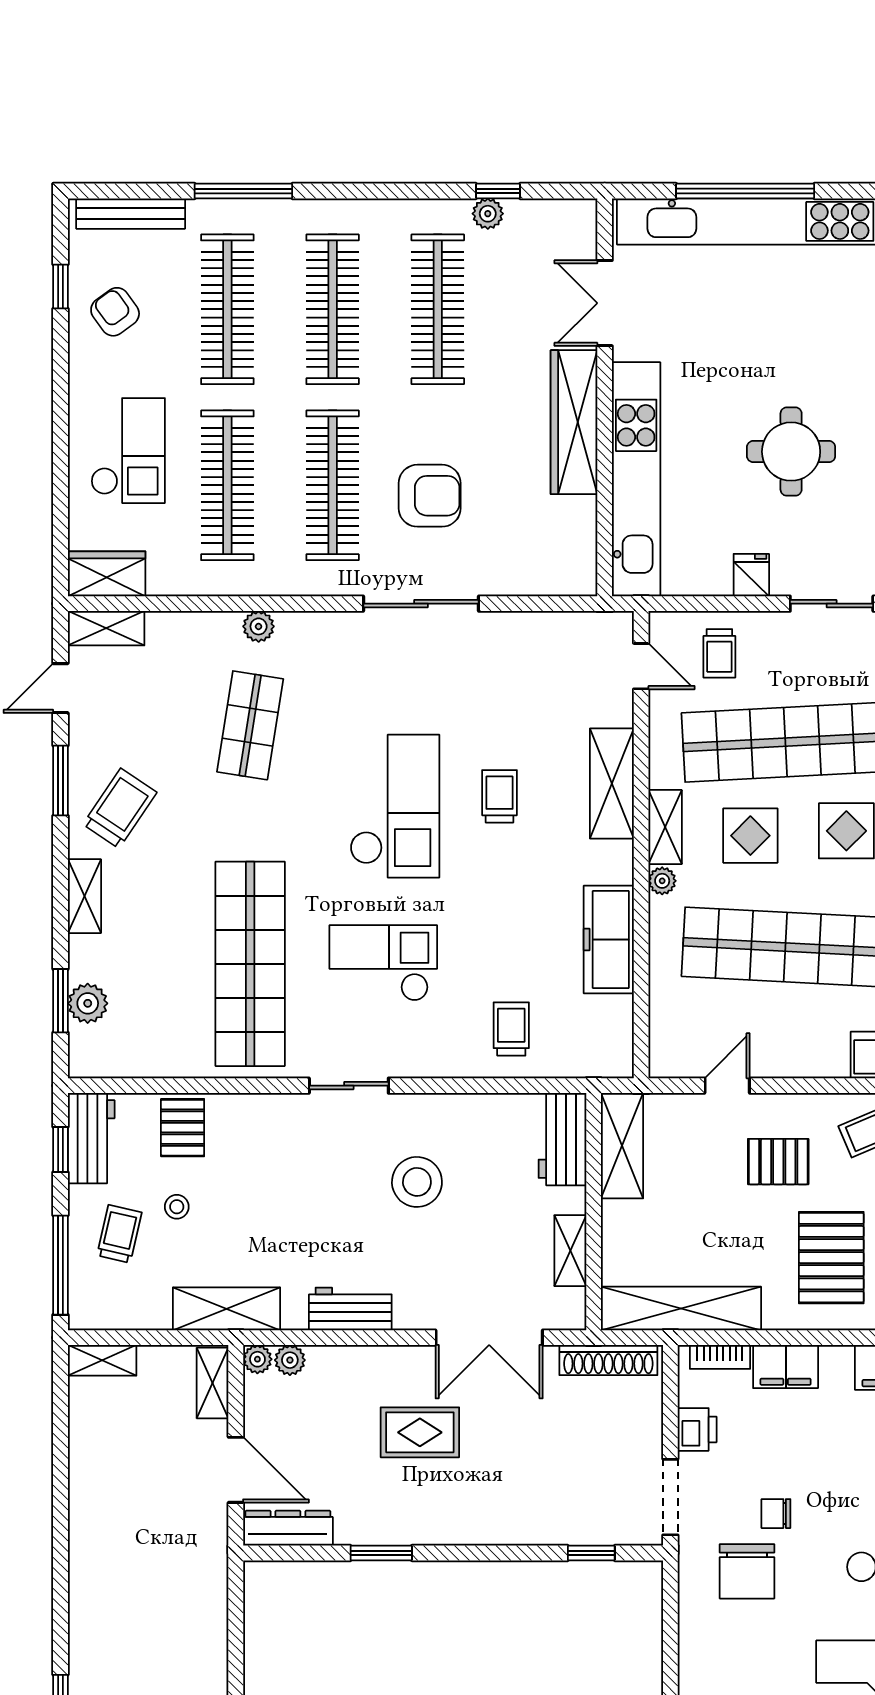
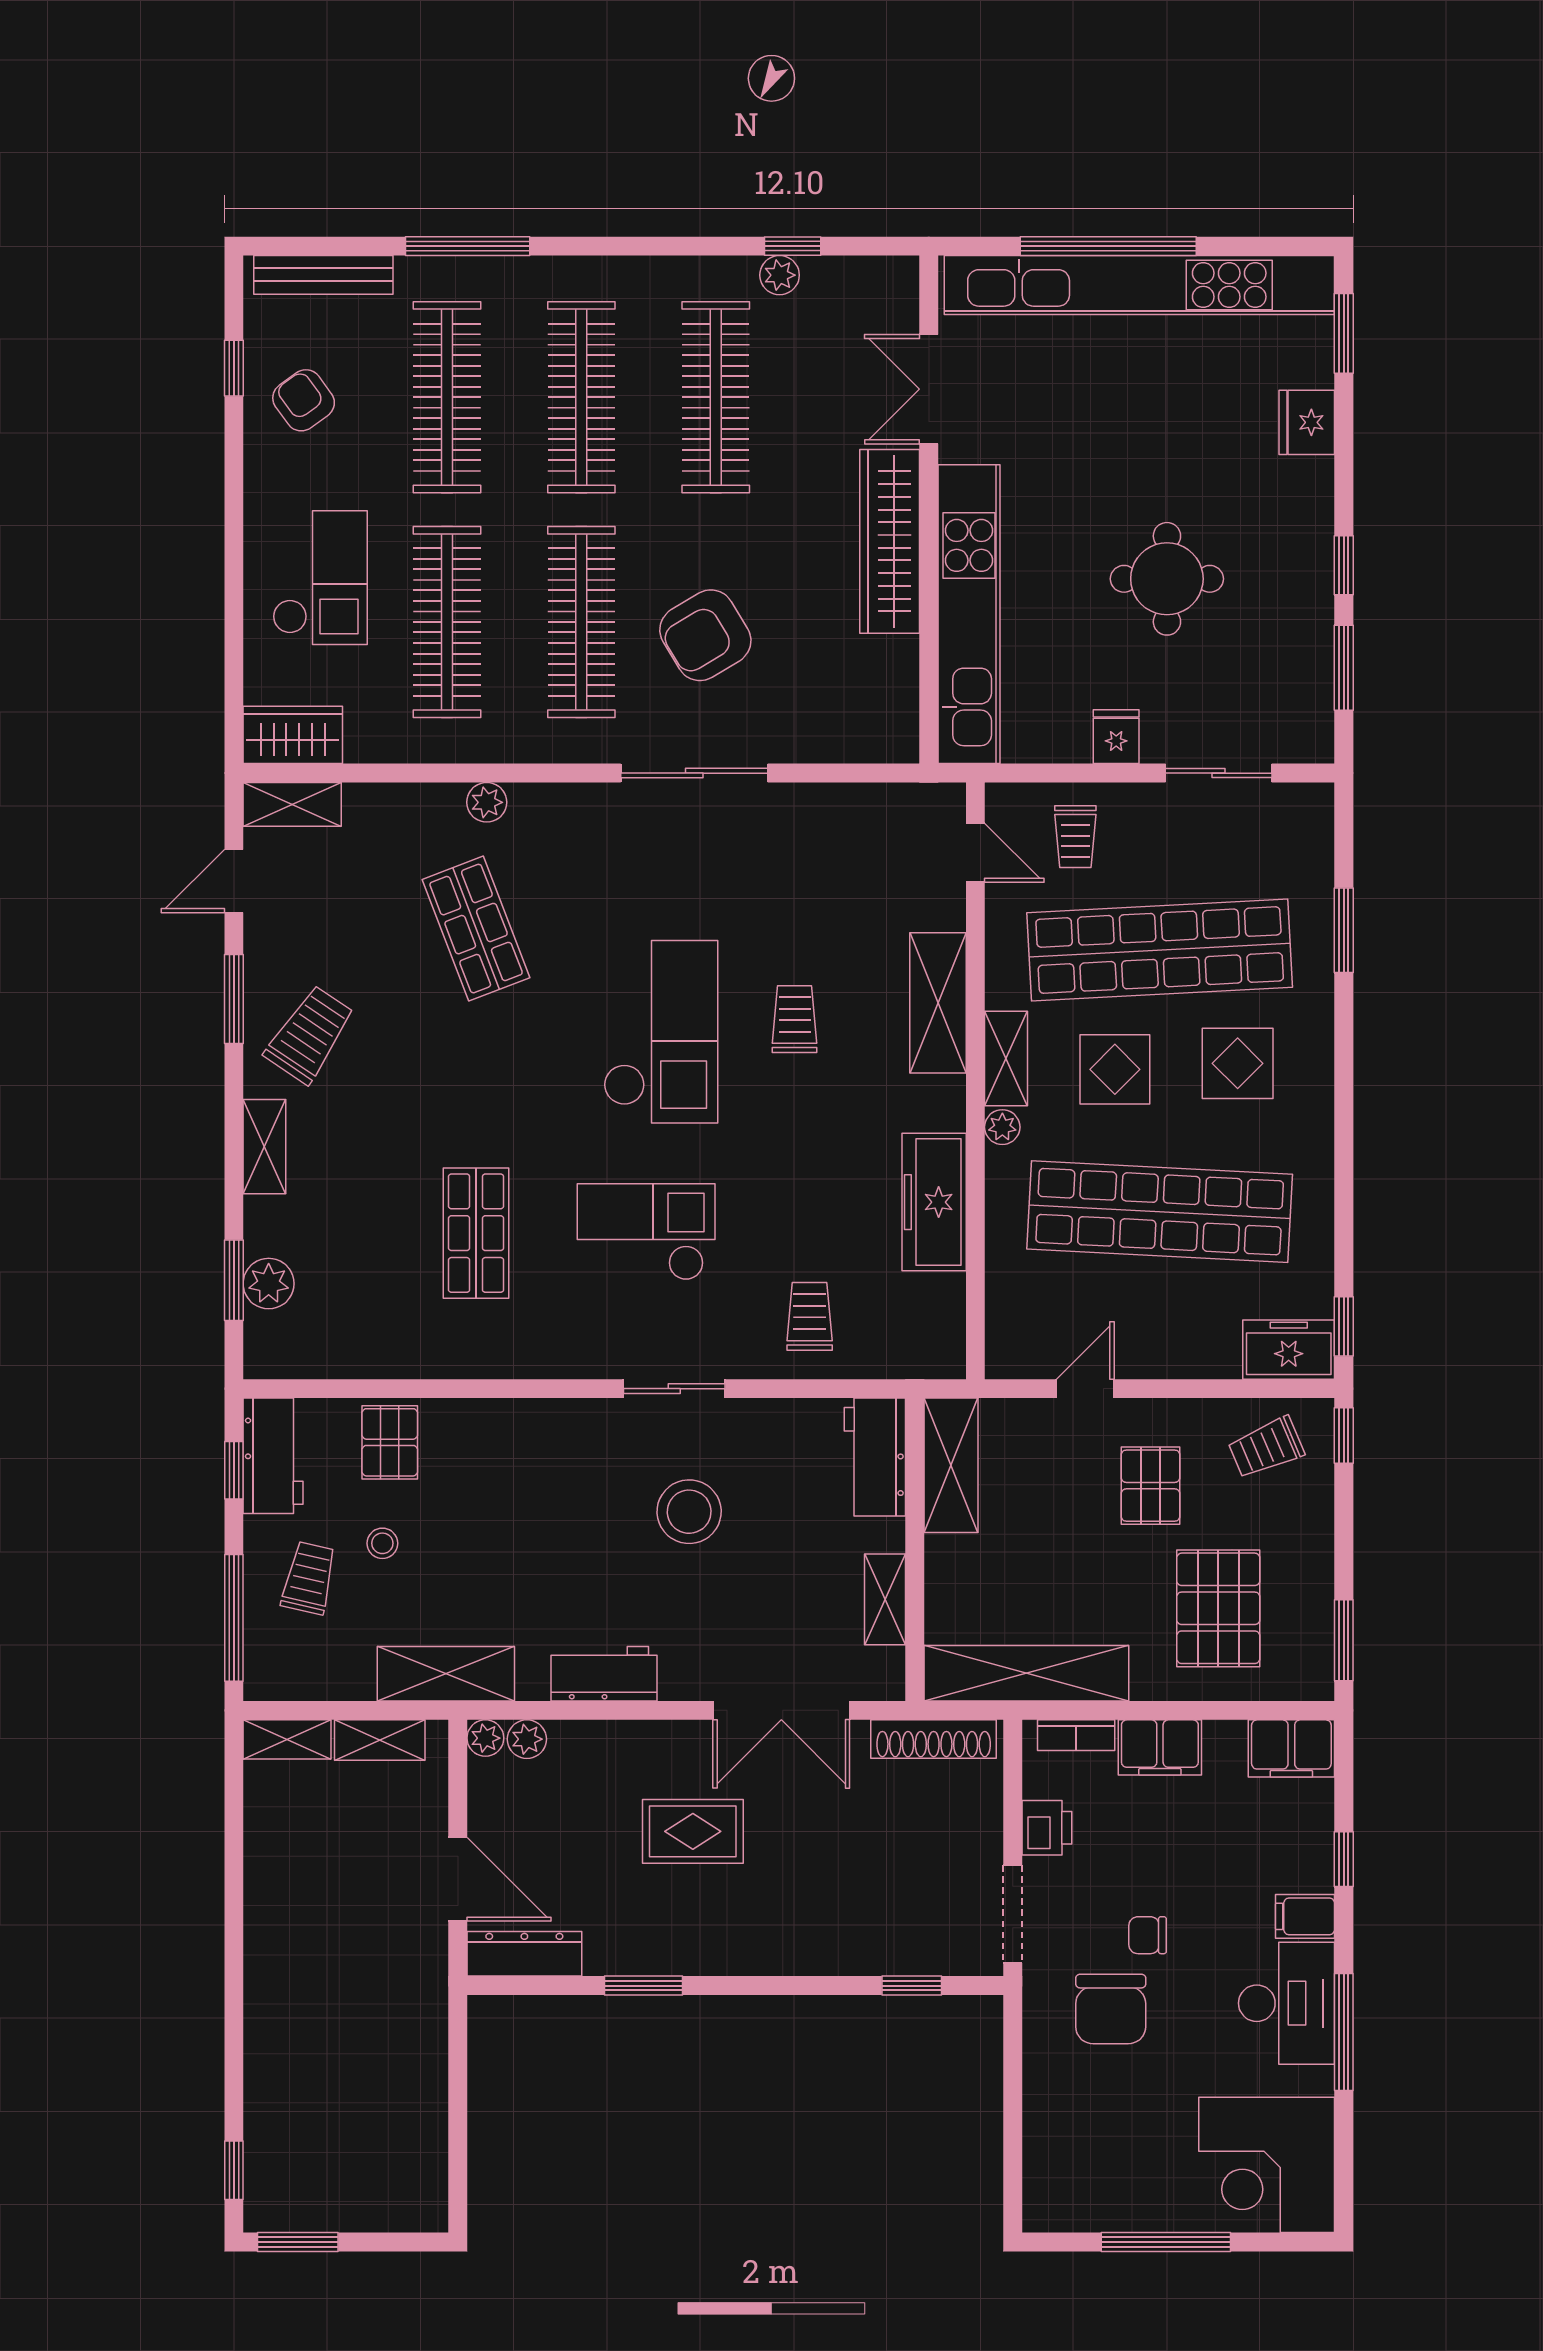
armchair: (430, 496) -> (705, 635), turned 149
shop shelf: (250, 725) -> (476, 929), turned -30
shop shelf: (250, 964) -> (476, 1233), width x0.50, depth x0.74
sliding door: (349, 1086) -> (674, 1389), moved
pallet: (778, 1162) -> (1151, 1486), turned 90
shelving: (213, 1383) -> (380, 1740), moved, turned 90

